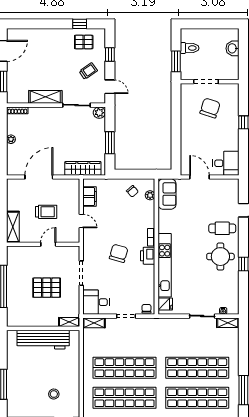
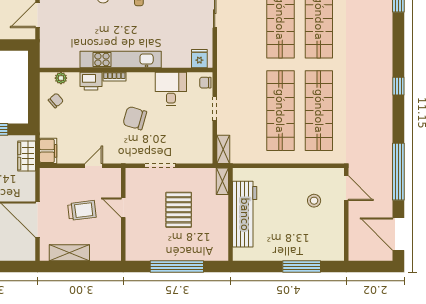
wardrobe: (83, 168) -> (27, 156), width x0.67
sofa: (167, 194) -> (59, 57), removed
filing cabinet: (90, 197) -> (48, 151), moved, turned 90
trolley: (46, 212) -> (82, 210), turned 83
shelving: (13, 227) -> (69, 253), moved
printer: (148, 256) -> (91, 81), moved
kitchen unit: (165, 265) -> (121, 59), moved
desk: (96, 302) -> (171, 89), moved, turned 180

